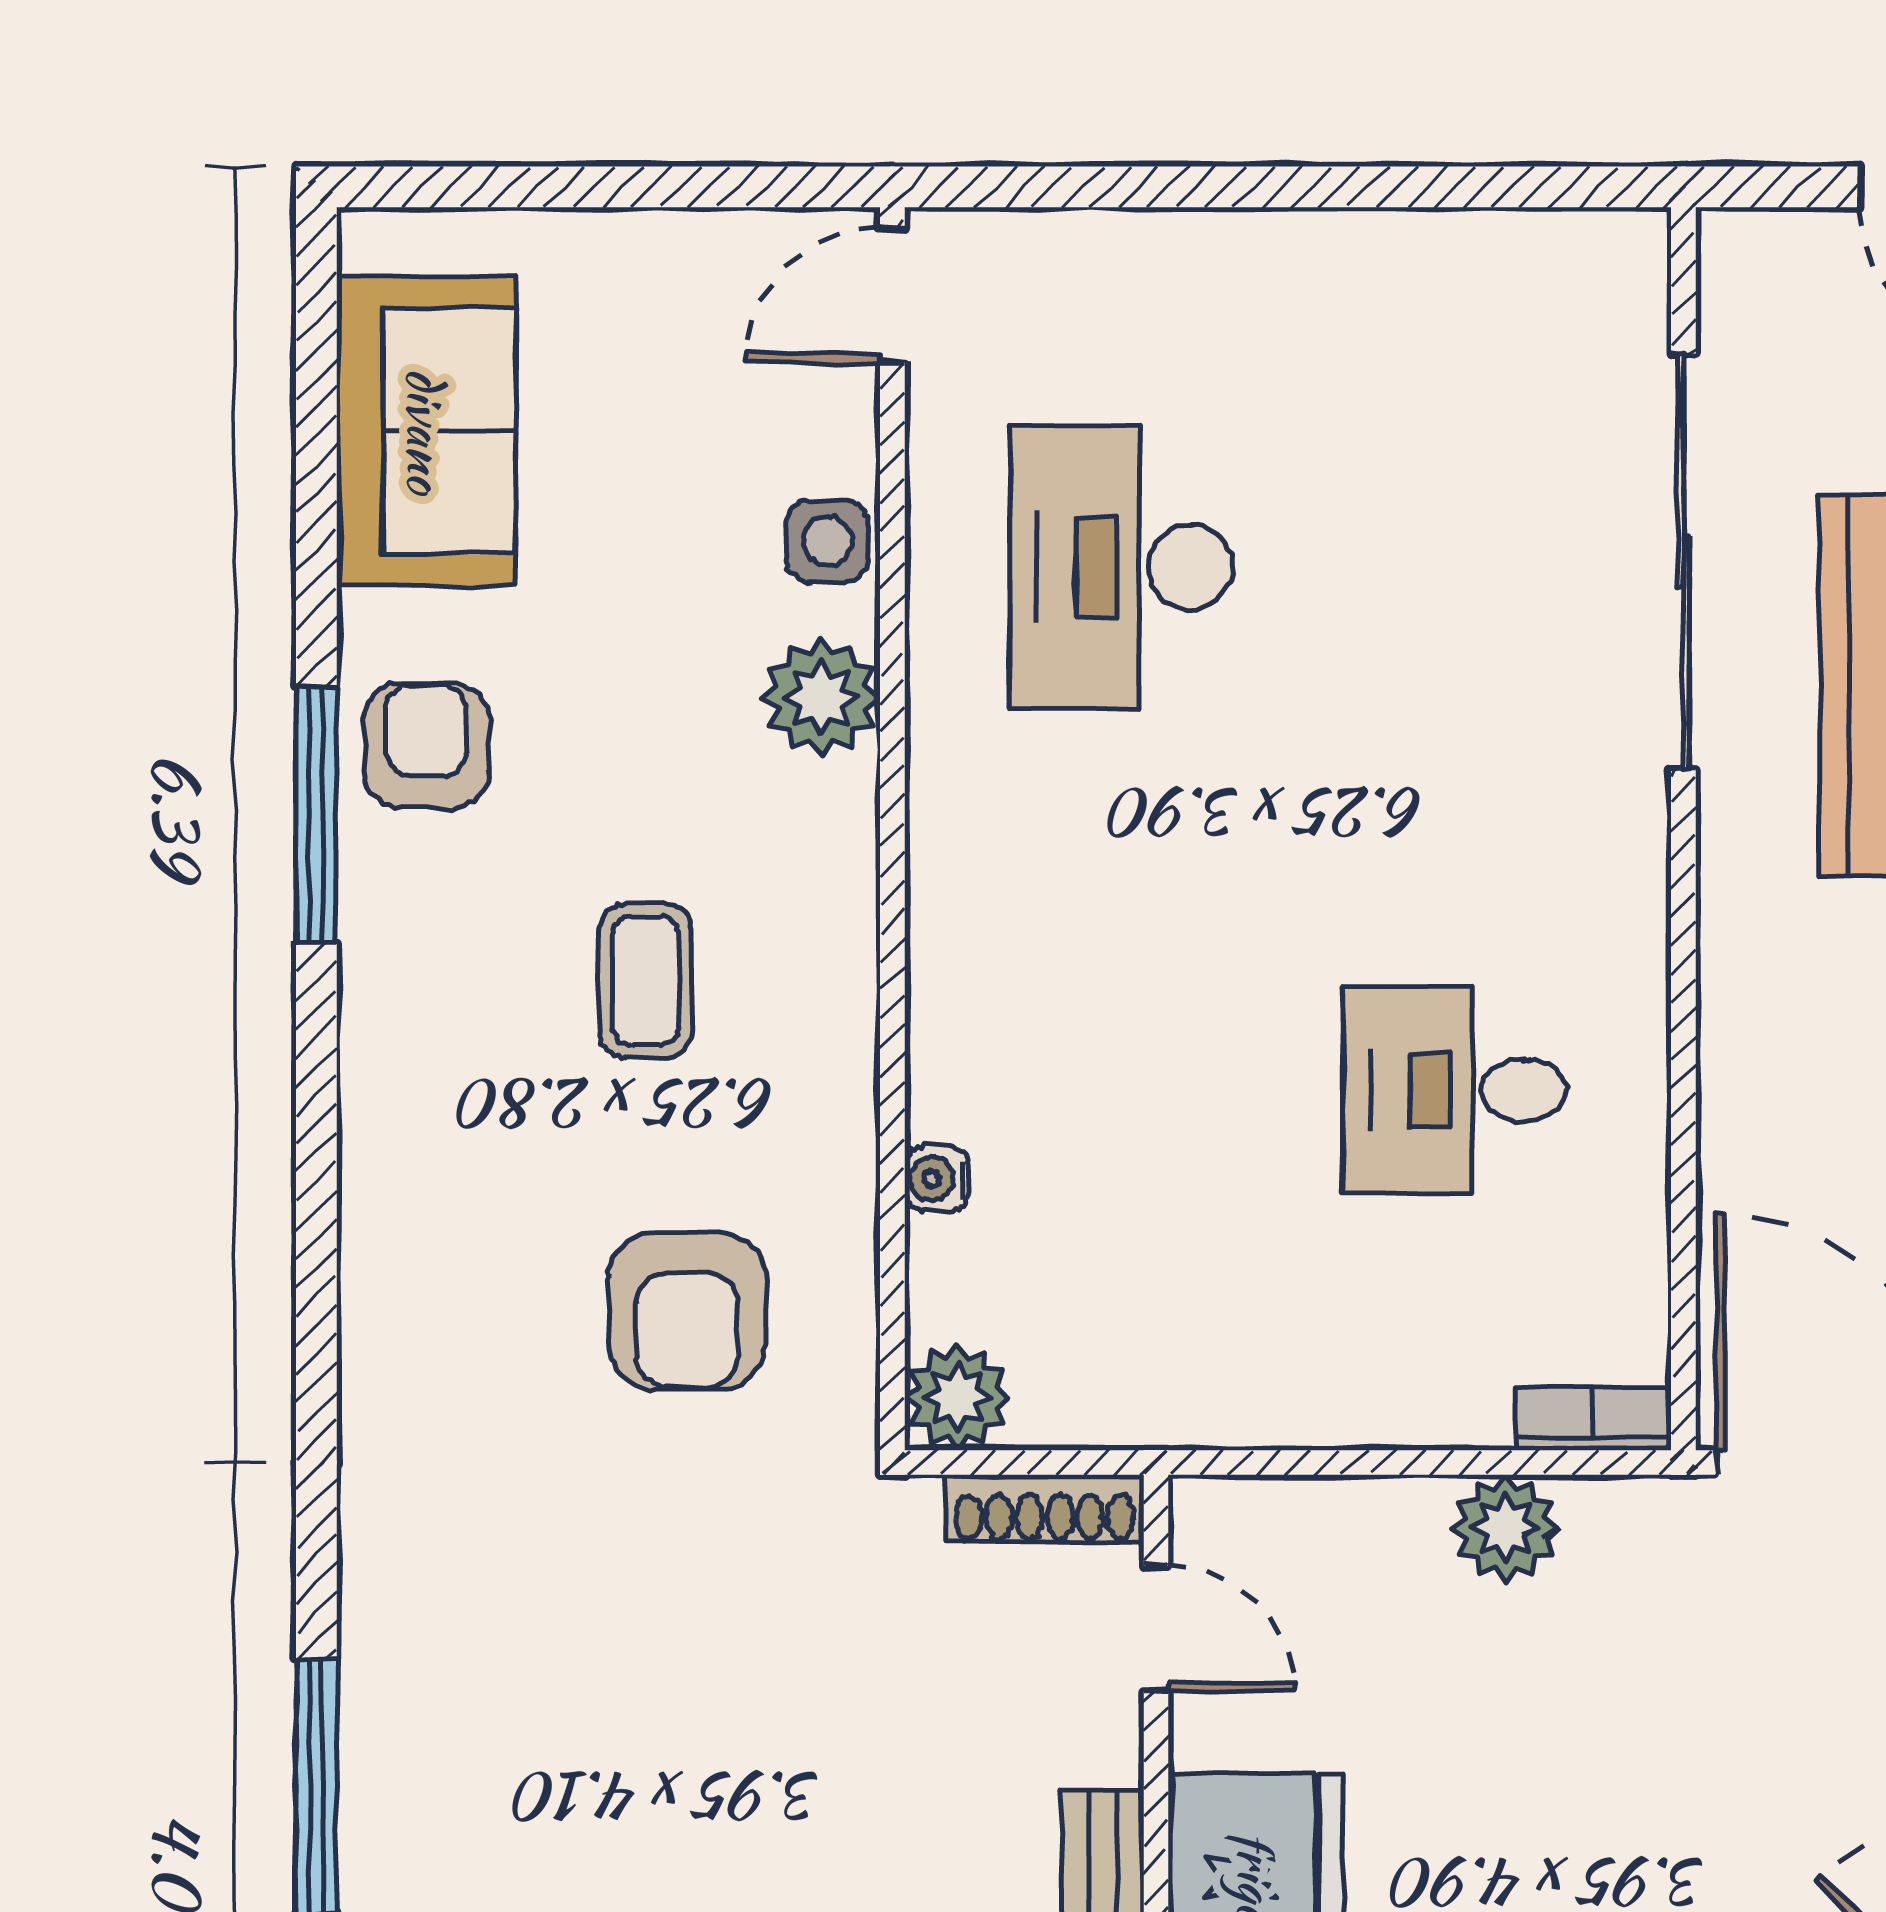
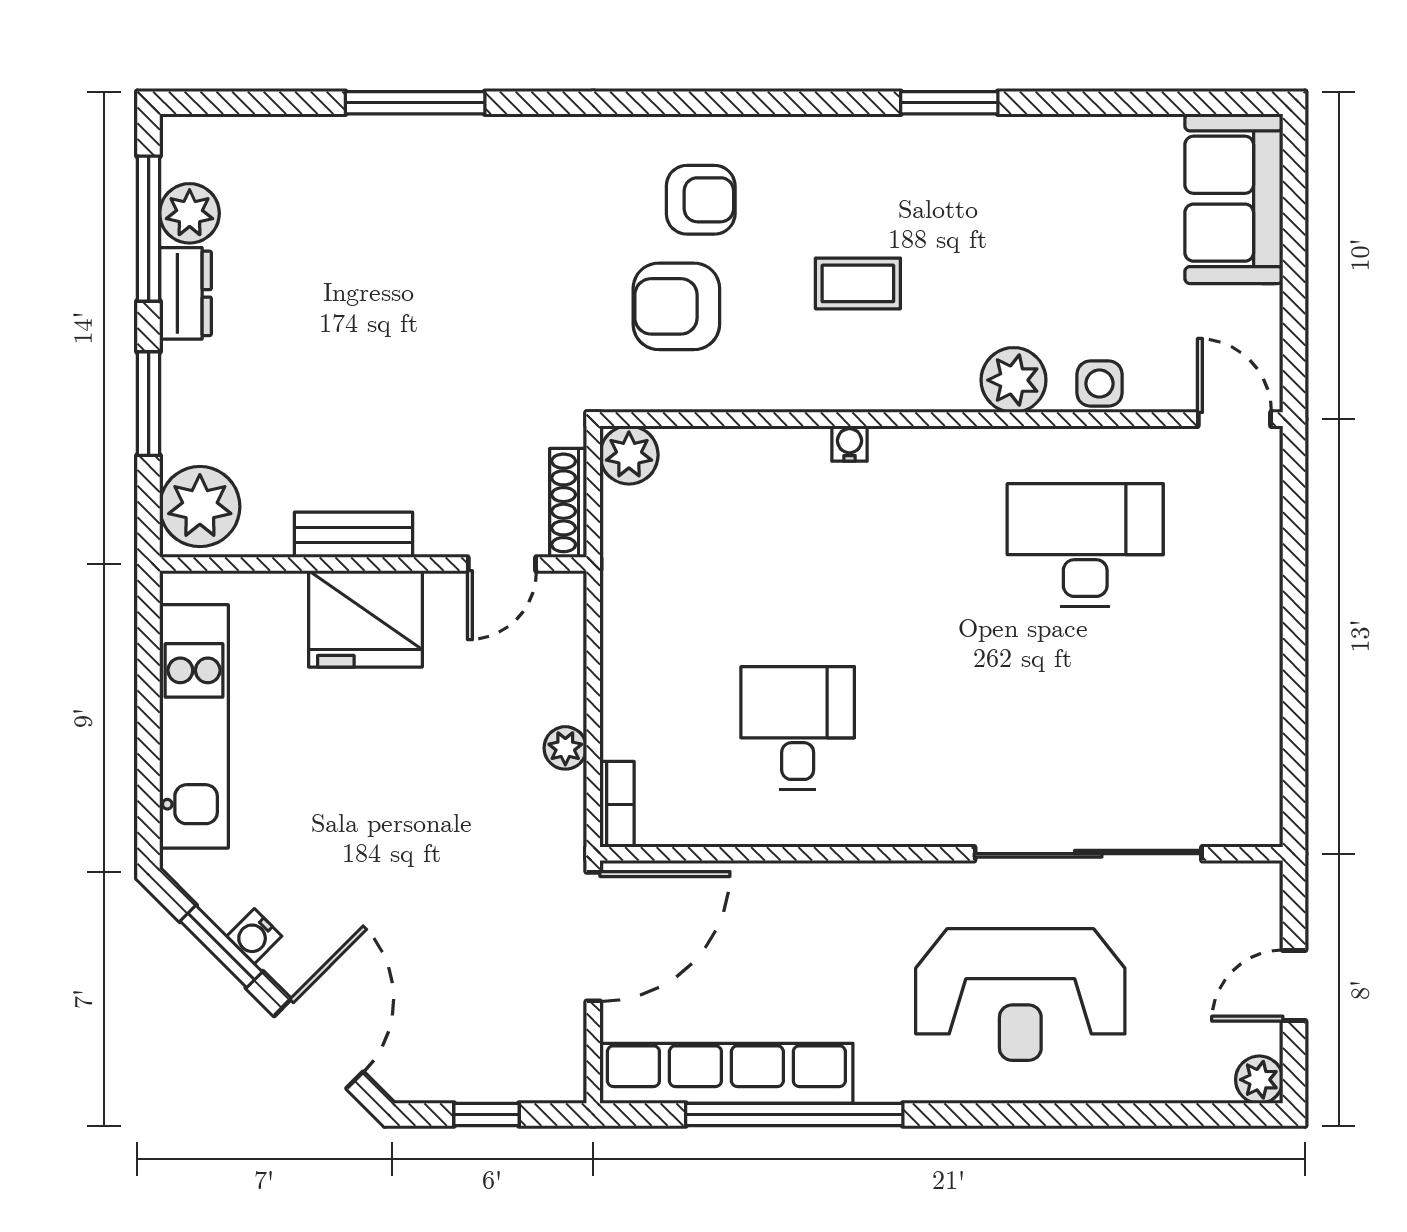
sofa: (426, 431) -> (1234, 199), moved, turned 90
armchair: (426, 745) -> (701, 200), moved
window: (316, 814) -> (949, 103), width x0.69
water cooler: (937, 1179) -> (850, 444), moved
plant: (1505, 1528) -> (565, 748), width x0.73, depth x0.73

